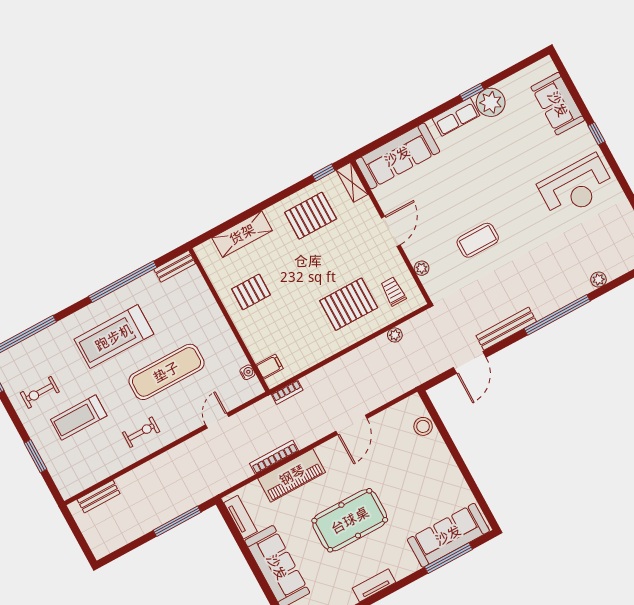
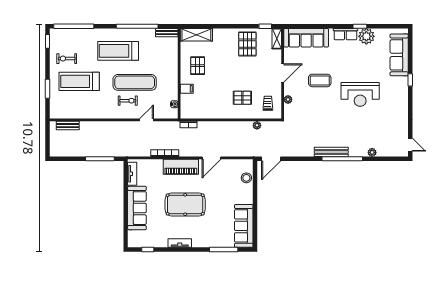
sofa: (558, 104) -> (399, 55), width x1.36
reception desk: (576, 187) -> (360, 94), moved
pallet: (311, 216) -> (247, 44), turned 90
shelving: (242, 234) -> (196, 35), moved
coffee table: (478, 240) -> (320, 80), moved
pallet: (251, 292) -> (198, 66), turned 90
pallet: (349, 304) -> (242, 98), width x0.67, depth x0.71
bench: (506, 329) -> (331, 152), moved
door: (470, 362) -> (271, 159), moved
filing cabinet: (270, 367) -> (187, 89), moved
treadmill: (79, 418) -> (79, 81), width x1.37, depth x1.38
exercise bike: (141, 432) -> (128, 101), moved
piano: (292, 475) -> (181, 167), moved
sofa: (448, 535) -> (244, 226), moved, turned -90

